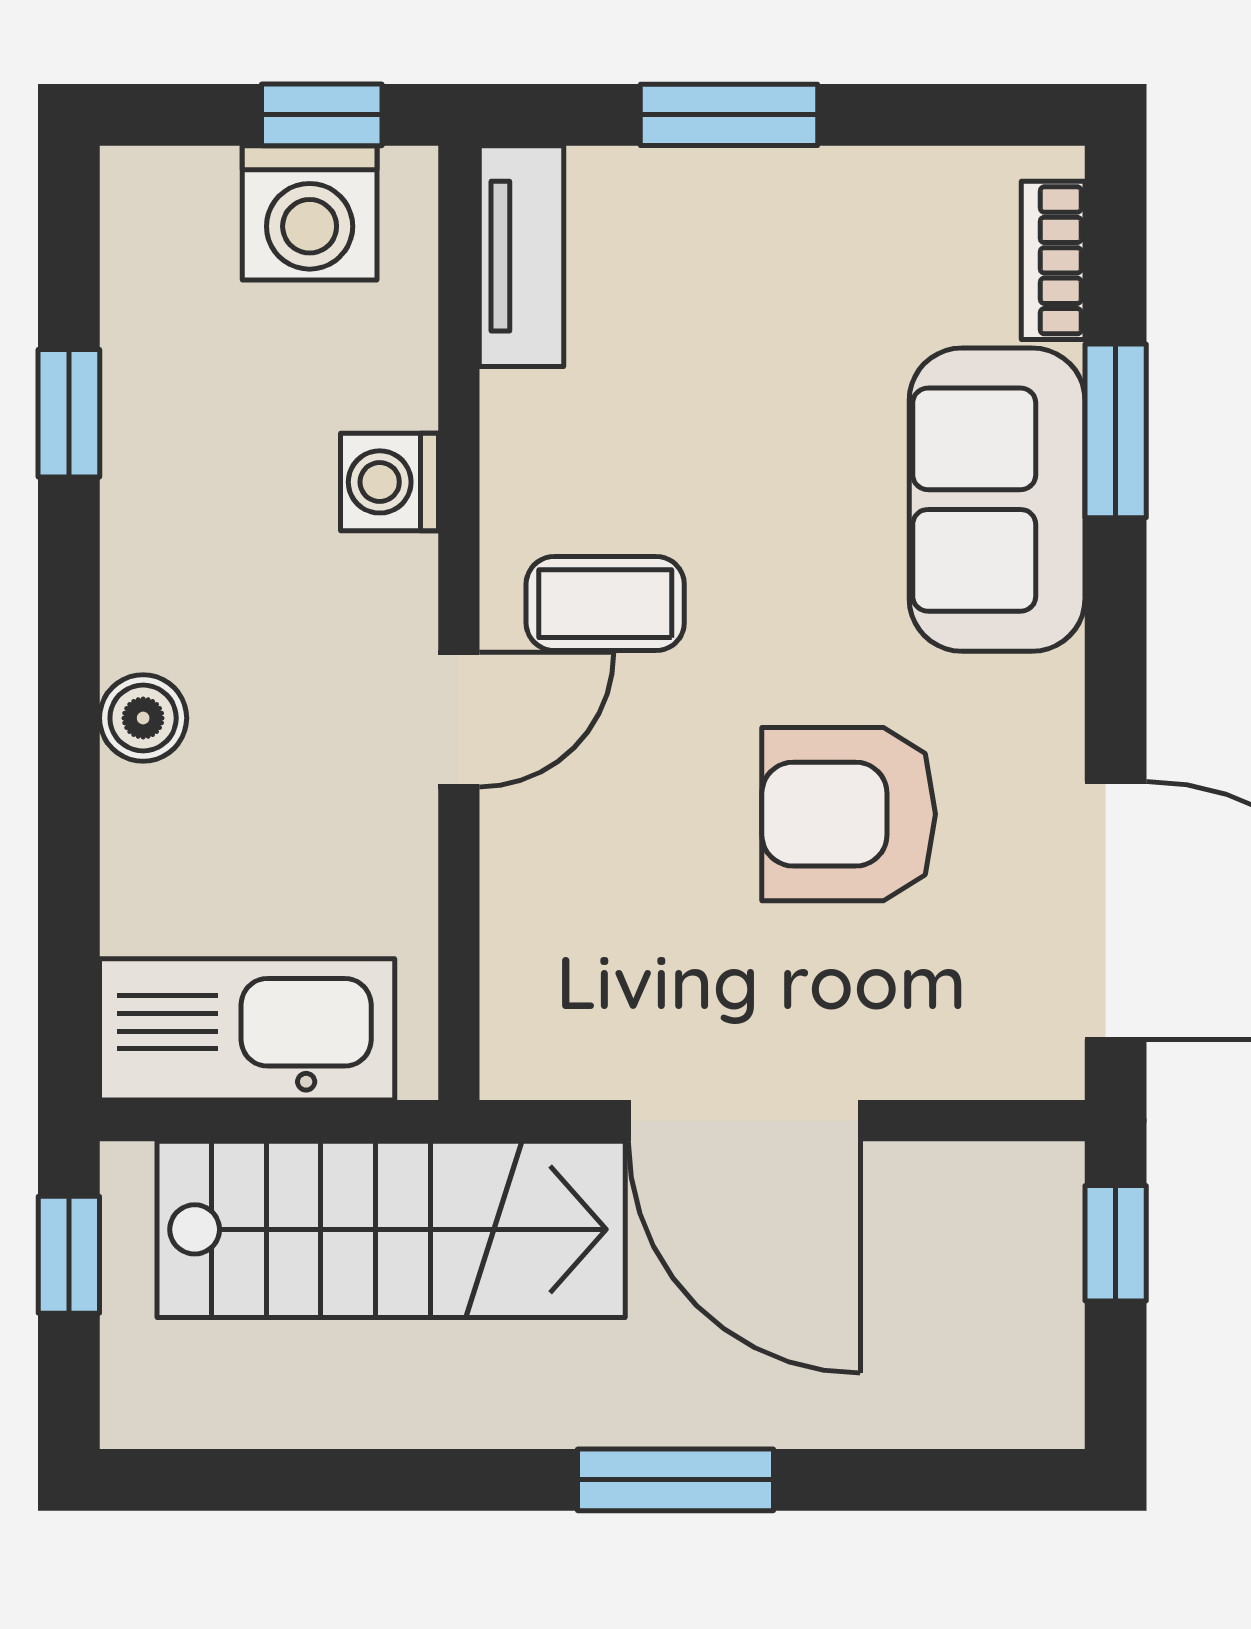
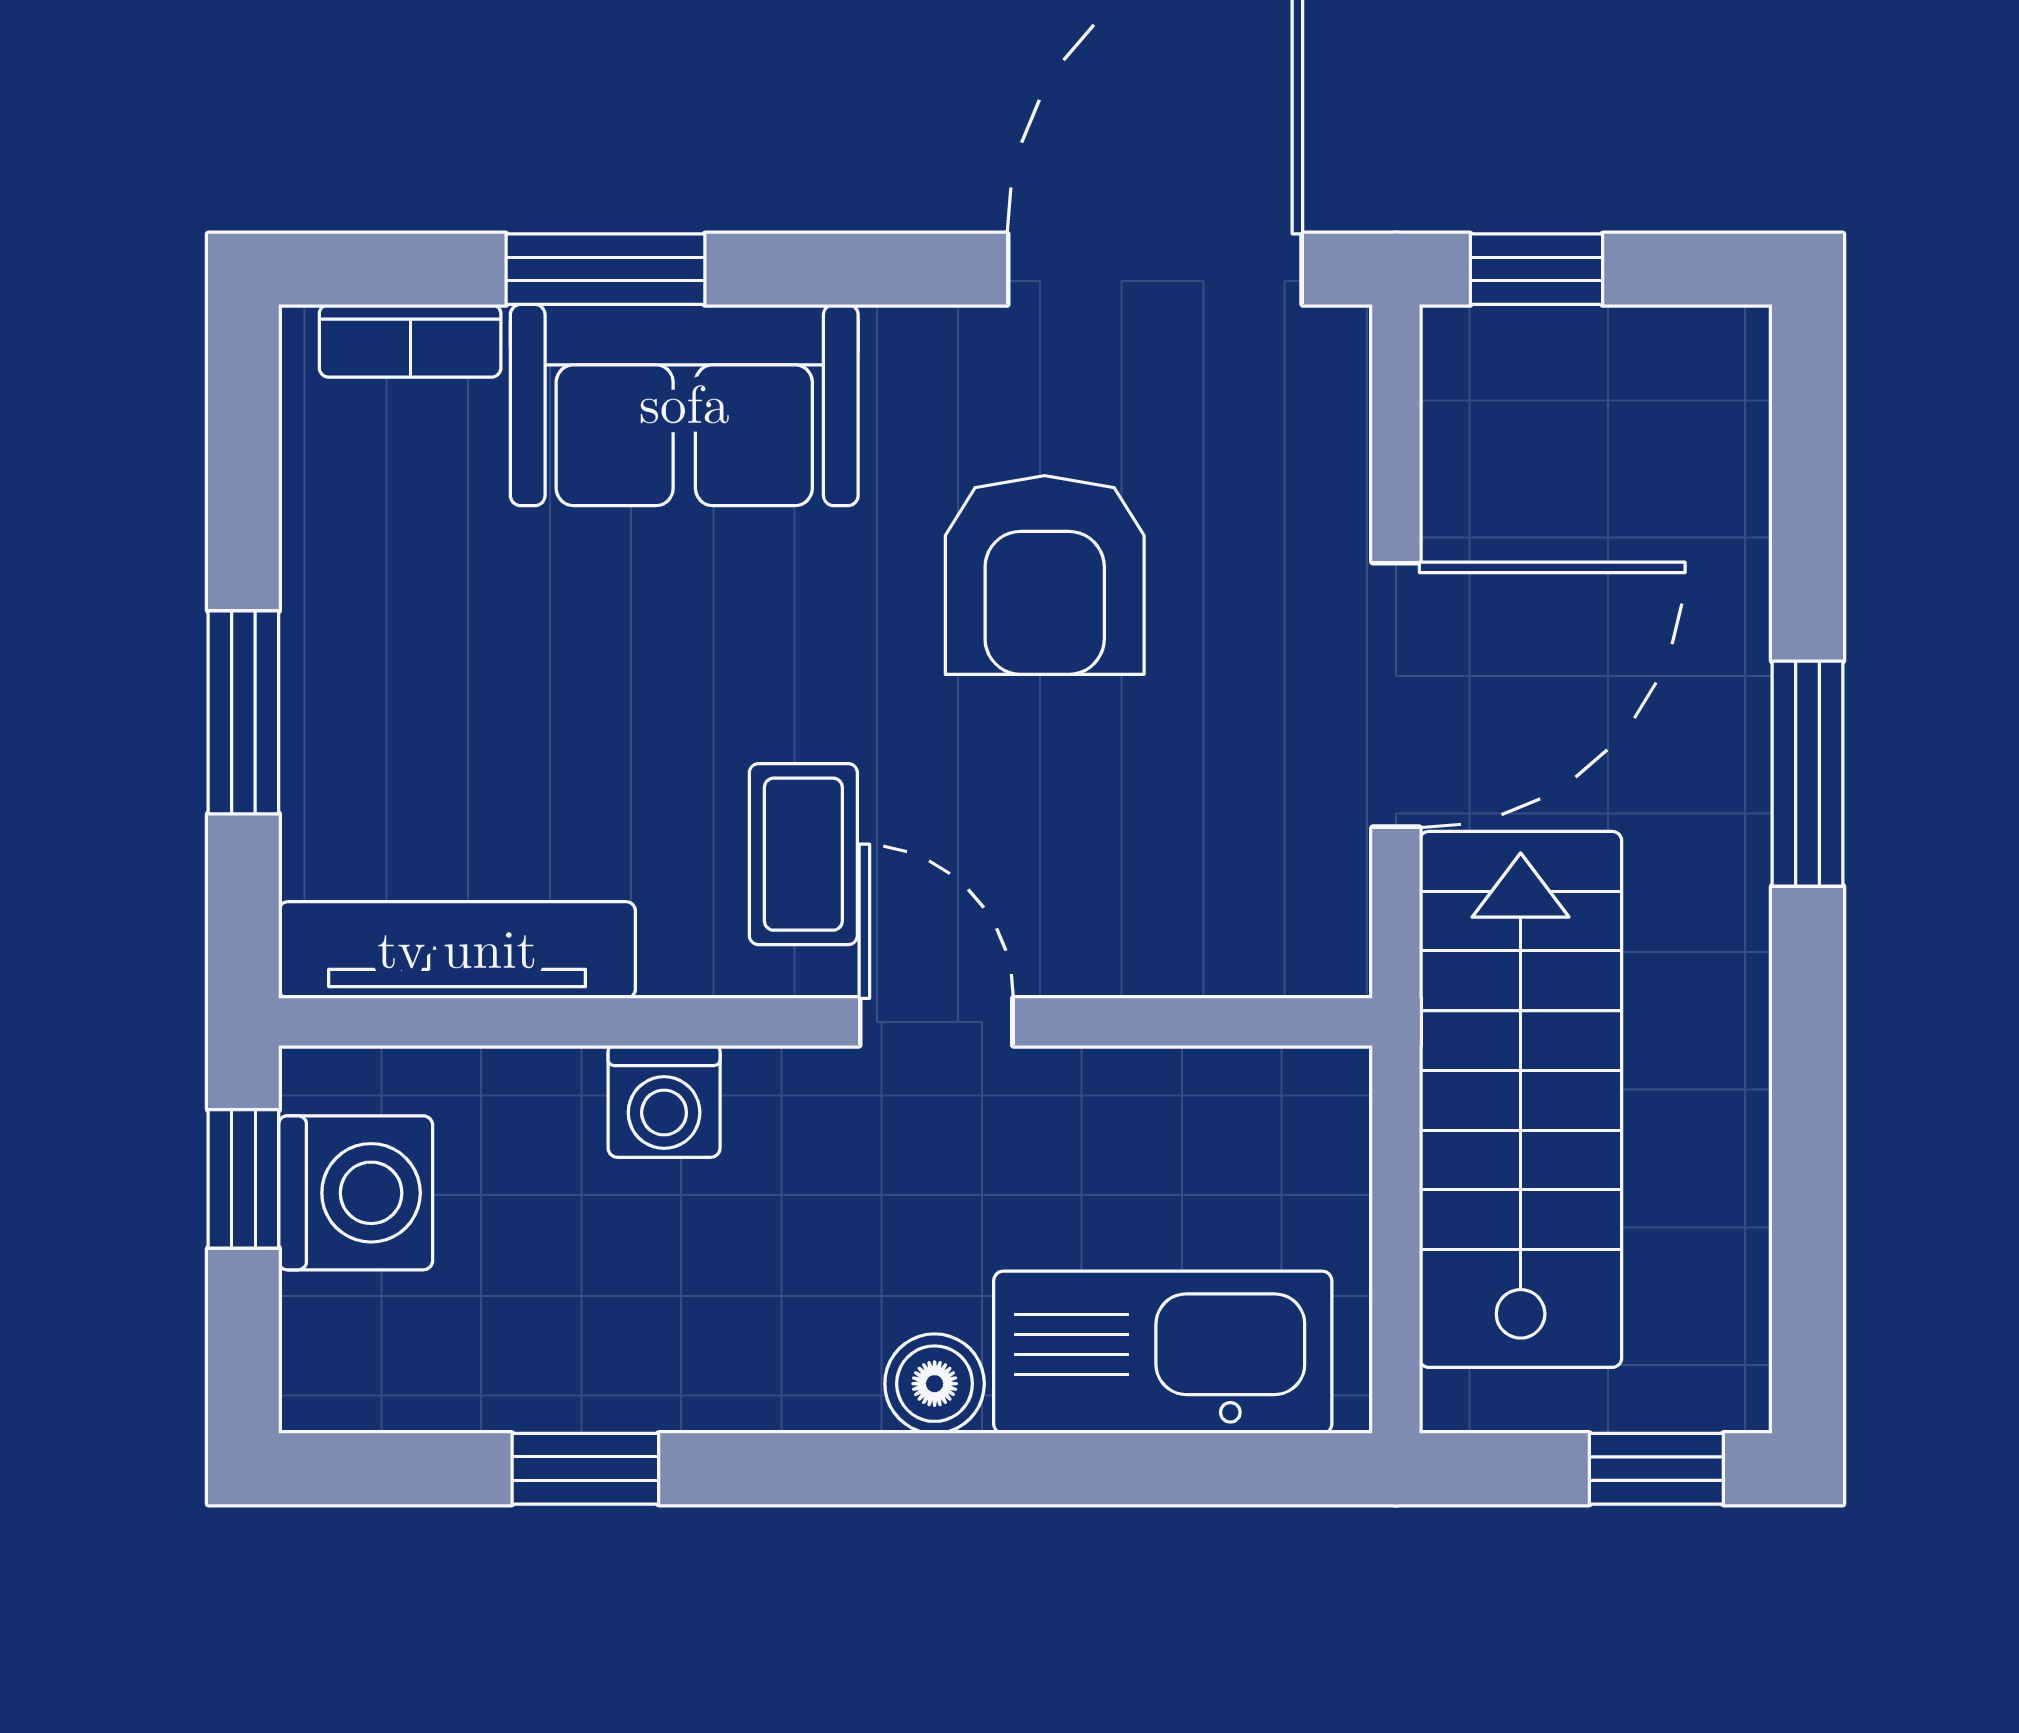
tv unit: (522, 256) -> (457, 950), width x1.41
kitchen sink: (247, 1029) -> (1163, 1352), moved, turned 90
window: (69, 1255) -> (1656, 1469), moved

